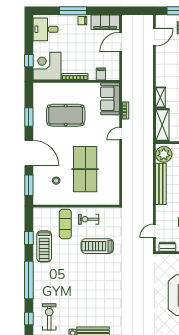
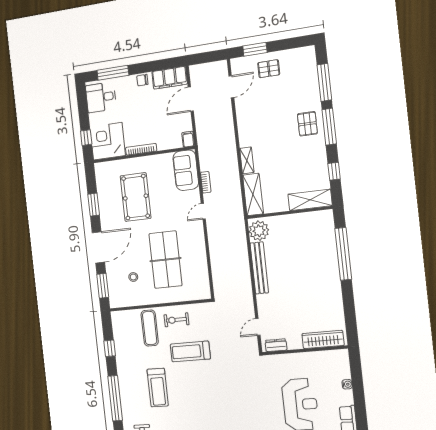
window: (73, 11) -> (113, 73), moved
filing cabinet: (101, 74) -> (188, 139), moved
pool table: (66, 115) -> (136, 197), turned 90
door: (29, 153) -> (98, 247), hinge flipped
treadmill: (44, 246) -> (158, 388), moved

